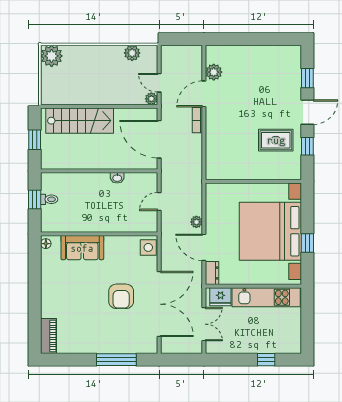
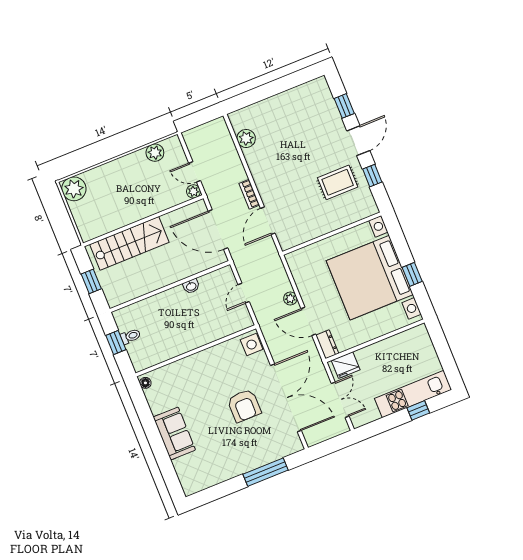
door: (204, 94) -> (268, 221), moved
sofa: (82, 248) -> (174, 433), moved, turned -90
kitchen unit: (266, 297) -> (413, 394), moved, turned 180
piano: (49, 336) -> (186, 476), removed

